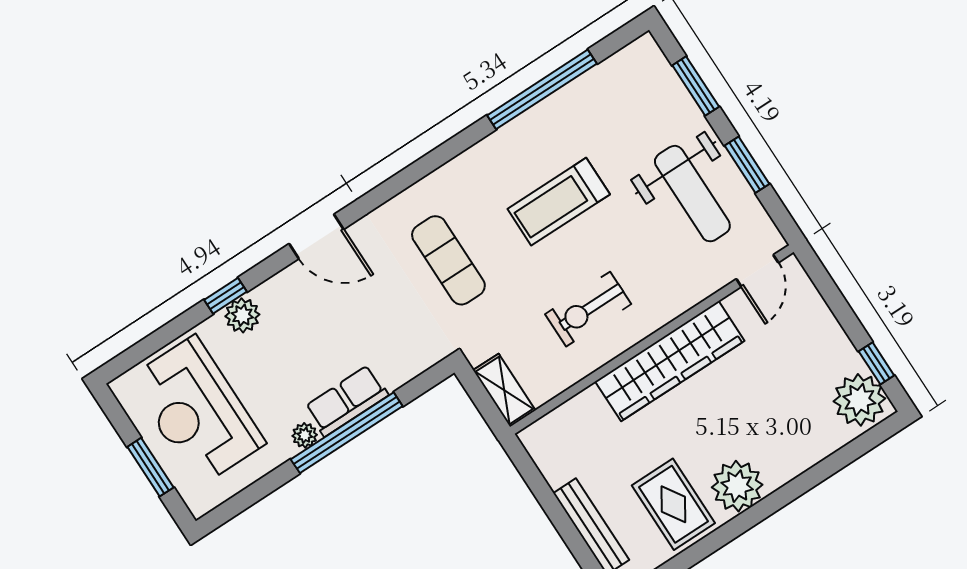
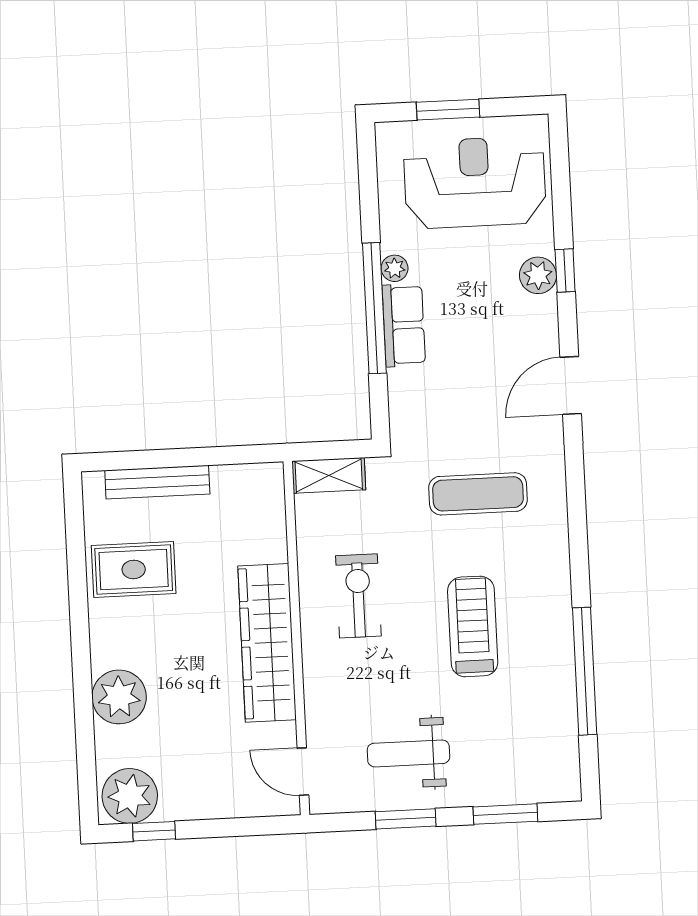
weight bench: (692, 194) -> (408, 753), width x0.73, depth x0.75
plant: (737, 486) -> (119, 697), moved

